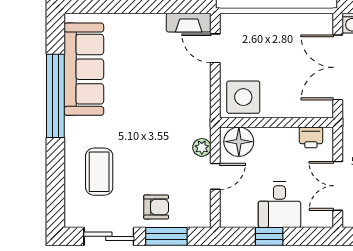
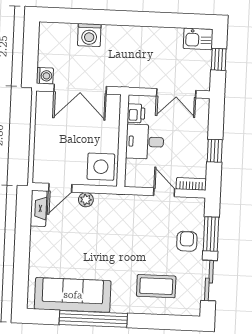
floor lamp: (239, 142) -> (137, 172), removed
plant: (202, 147) -> (86, 200), moved
desk: (279, 205) -> (145, 142), moved, turned 180
bookcase: (227, 209) -> (191, 184), added

